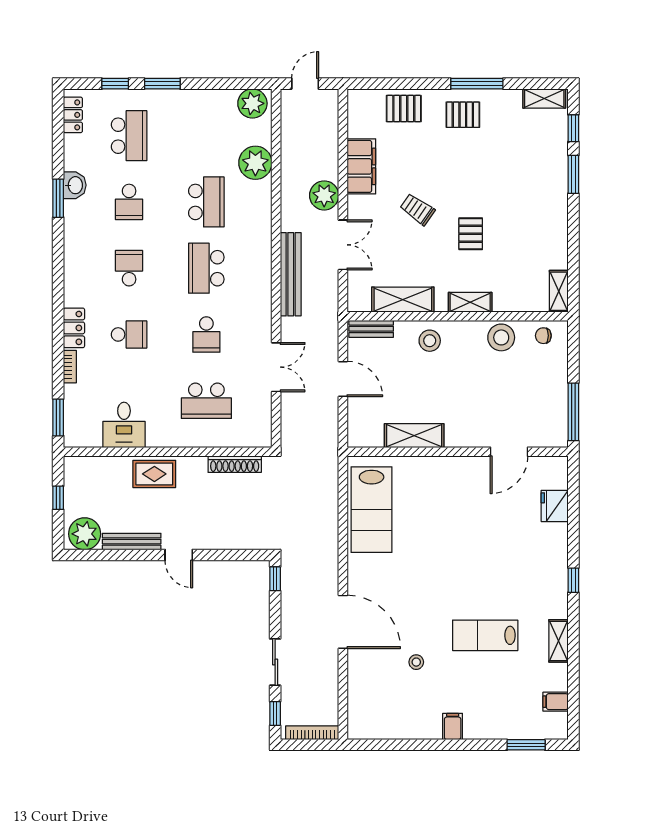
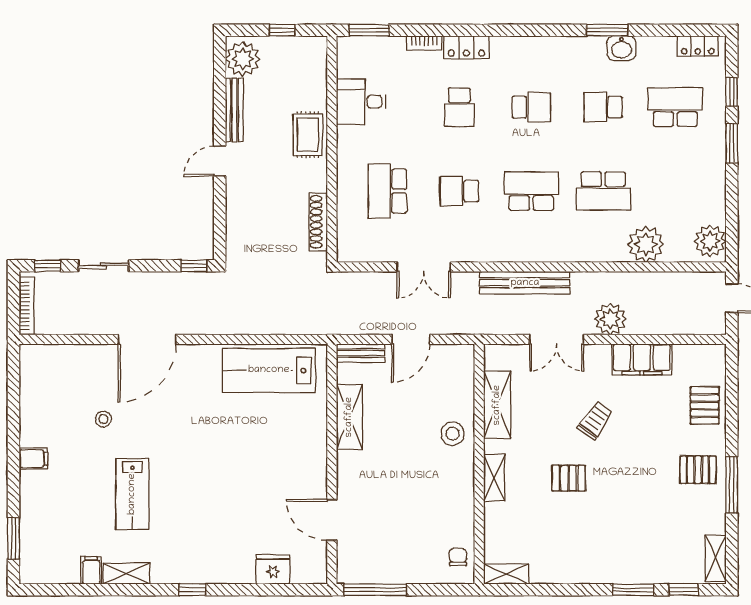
pallet: (463, 115) -> (698, 470), turned 90
school desk: (129, 136) -> (675, 107), turned 180
bench: (371, 329) -> (361, 353), moved, turned 90
stool: (501, 337) -> (456, 511), removed
lab bench: (485, 635) -> (132, 494), turned 180
filing cabinet: (556, 702) -> (91, 570), moved

